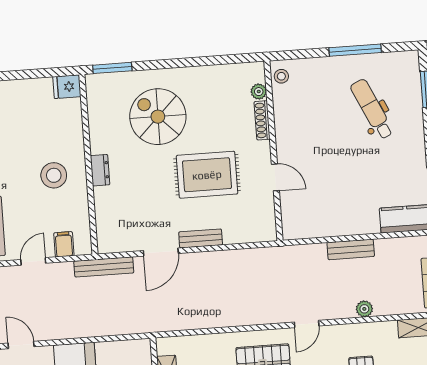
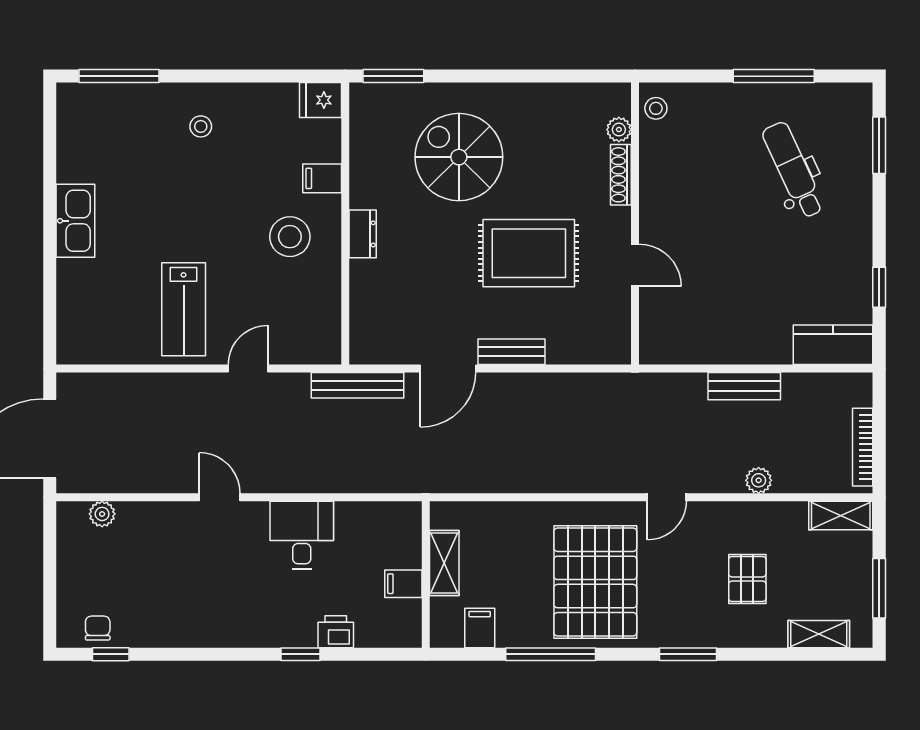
filing cabinet: (64, 244) -> (322, 178), moved, turned -90

